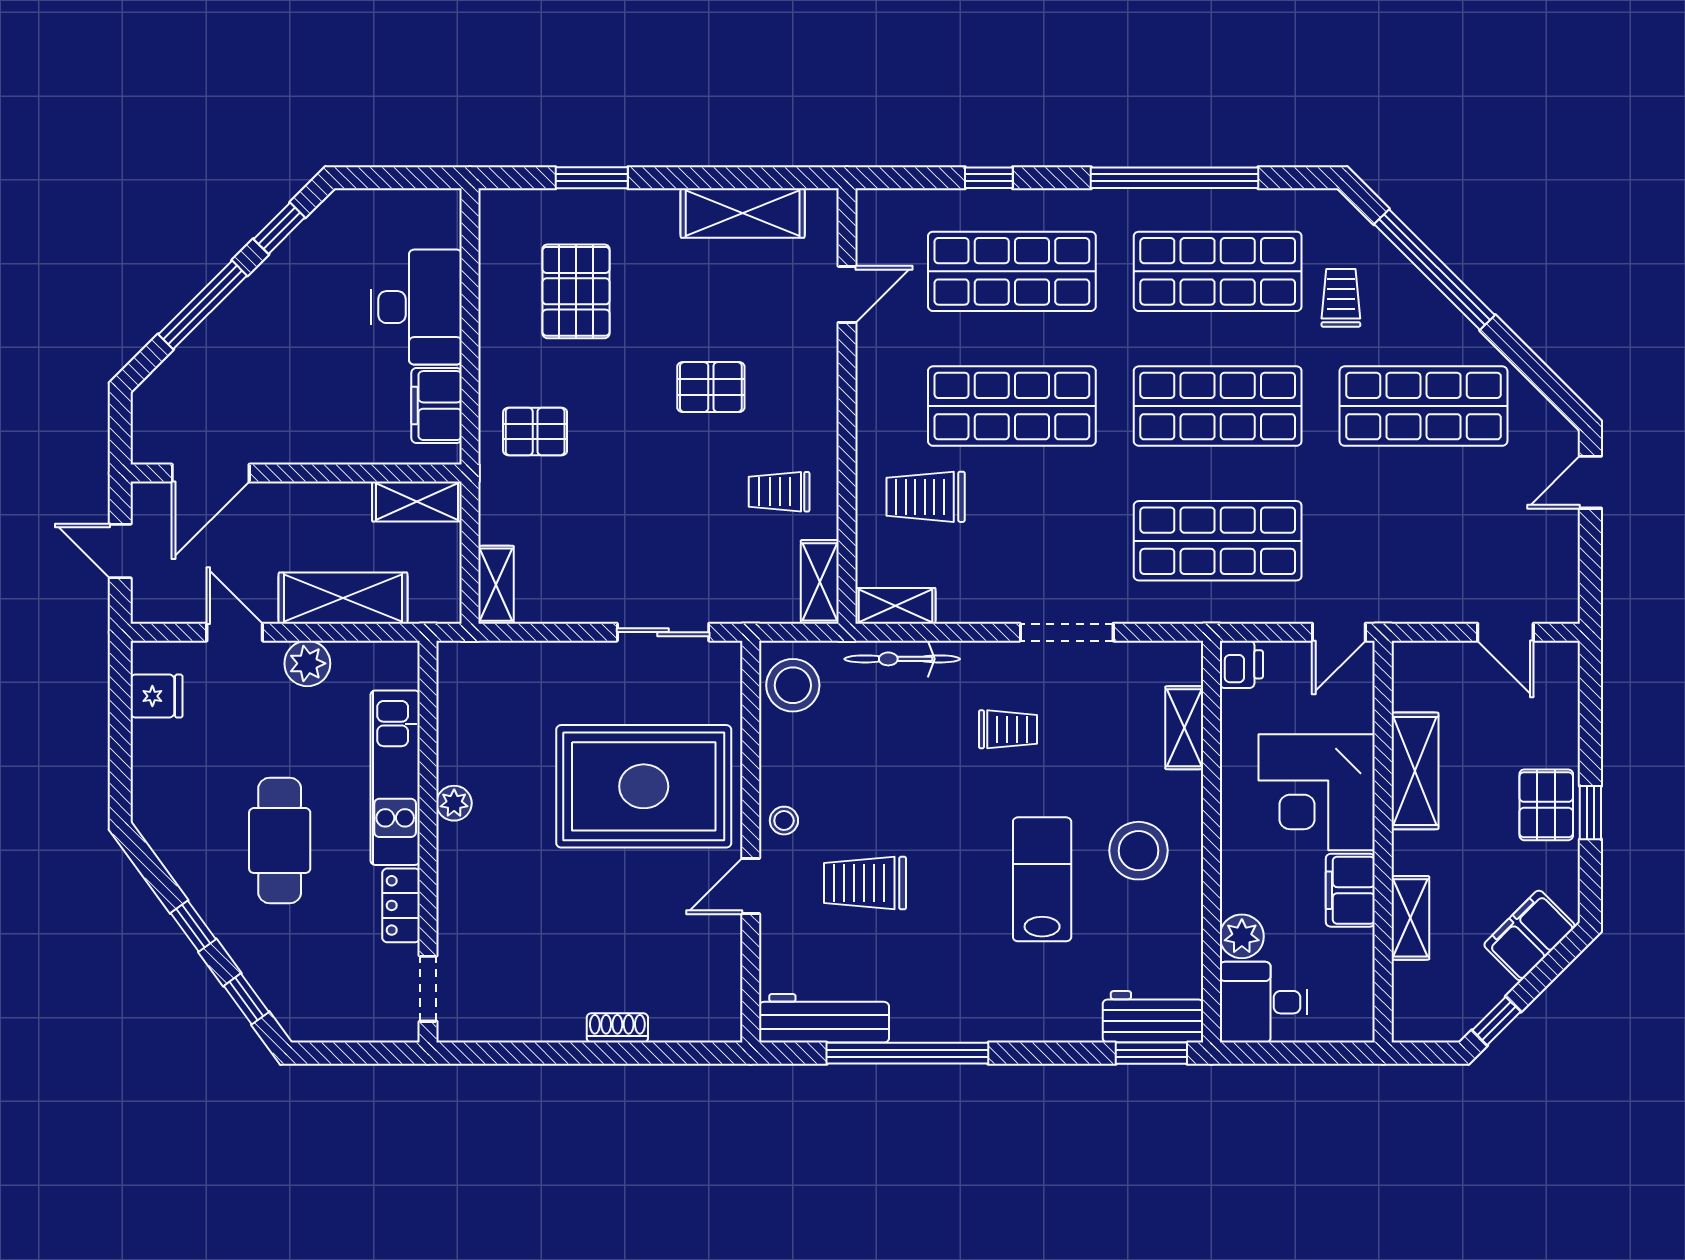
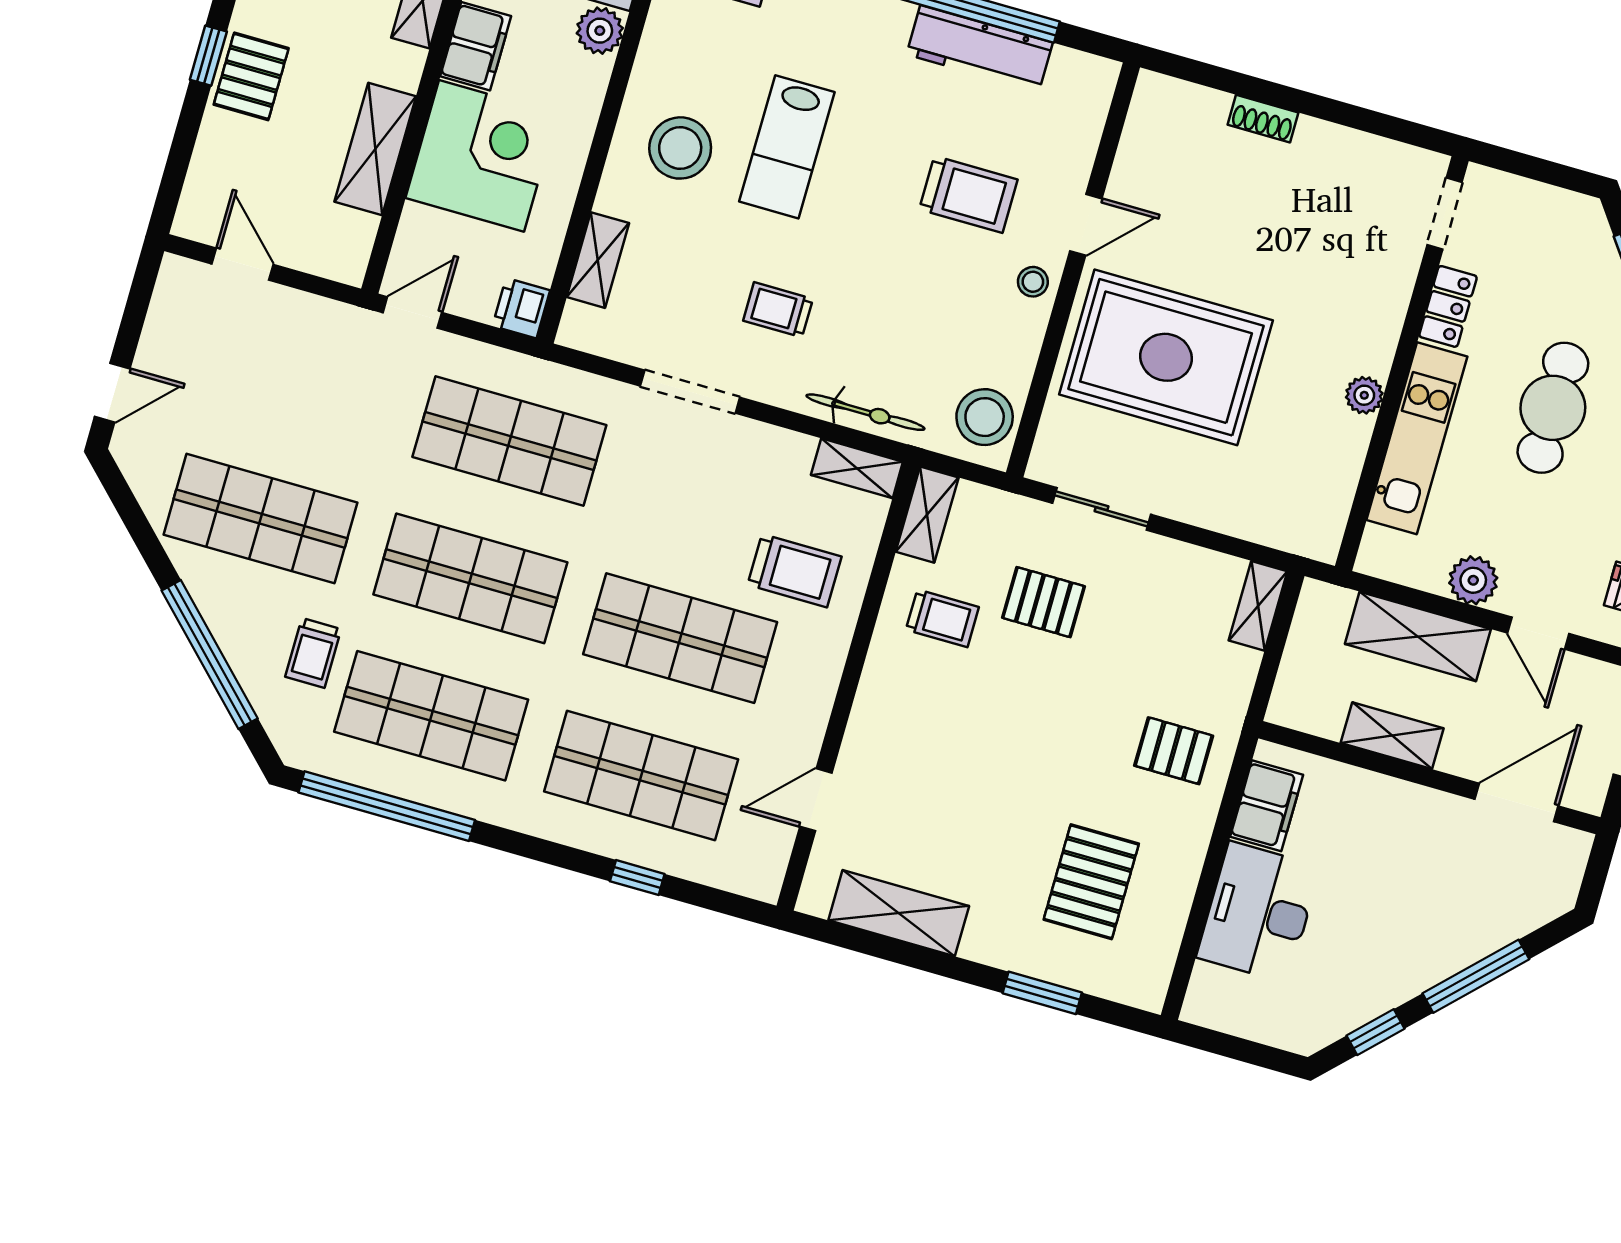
window: (1175, 178) -> (387, 806), moved
pallet: (711, 387) -> (1043, 602), moved
shelving: (417, 502) -> (1392, 736), moved
workbench: (824, 1018) -> (980, 49), moved

